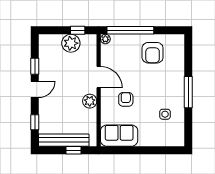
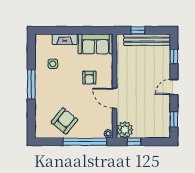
plant: (71, 43) -> (125, 130), moved
armchair: (153, 53) -> (64, 121), turned 39
window: (35, 66) -> (174, 119), moved
plant: (90, 101) -> (123, 76), removed
fireplace: (152, 141) -> (65, 39), added

